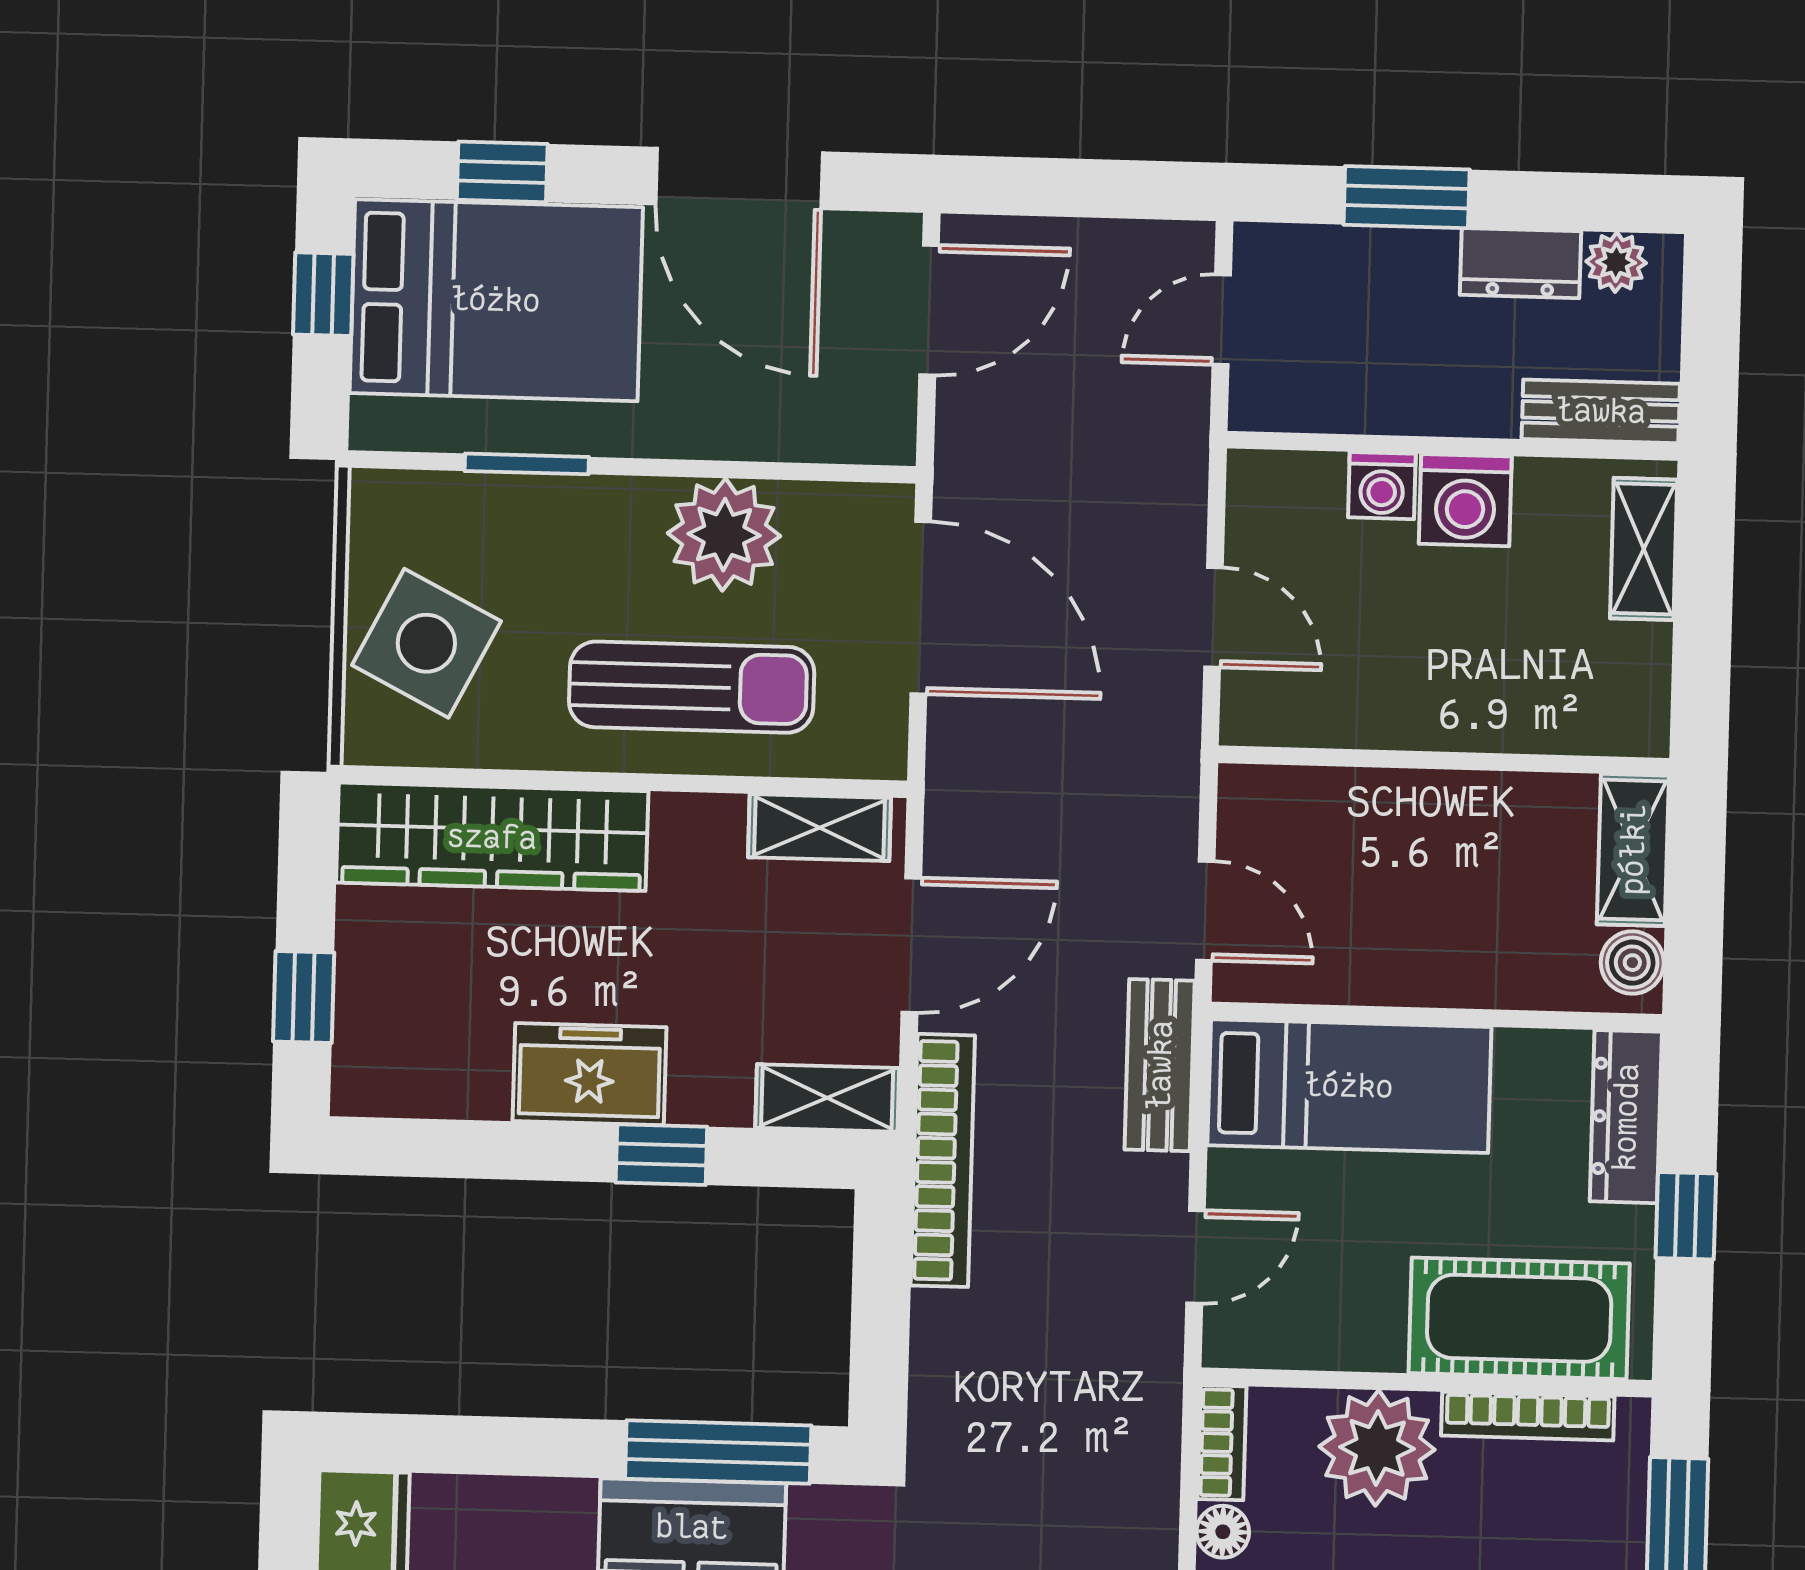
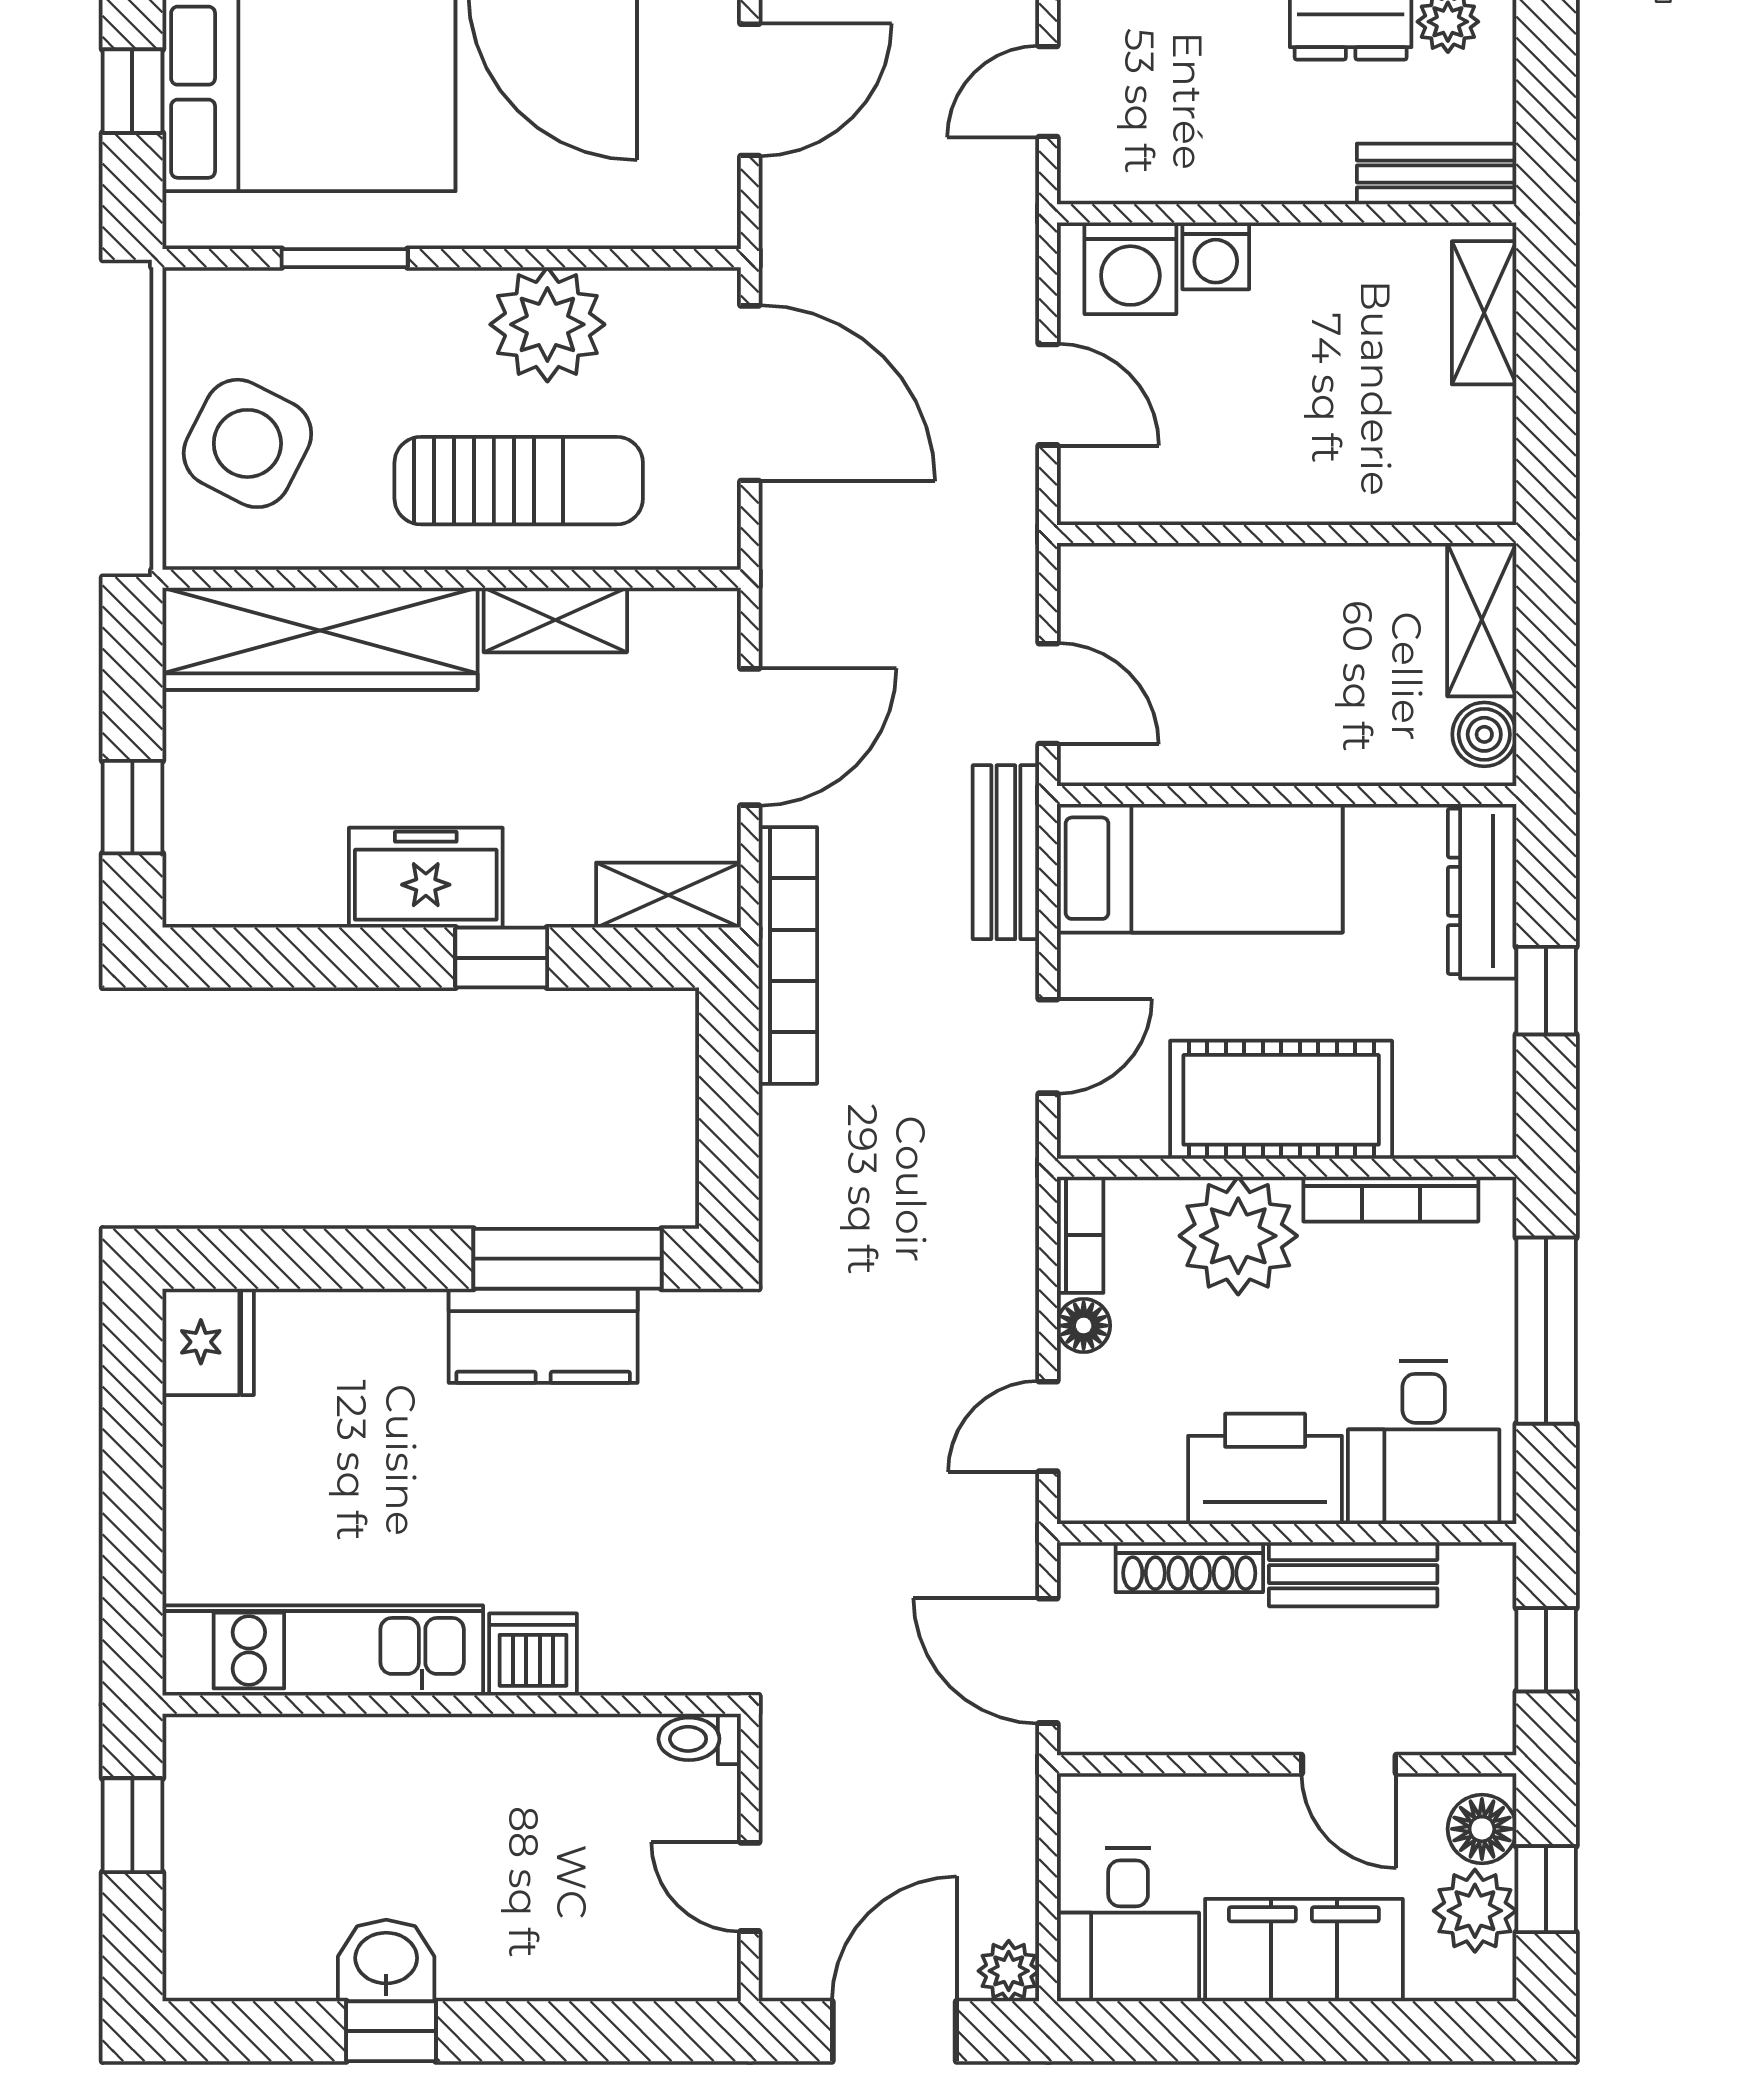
washing machine: (1465, 500) -> (1130, 268), moved
shelving: (819, 828) -> (555, 620), moved
cot: (1519, 1318) -> (1281, 1100), moved

